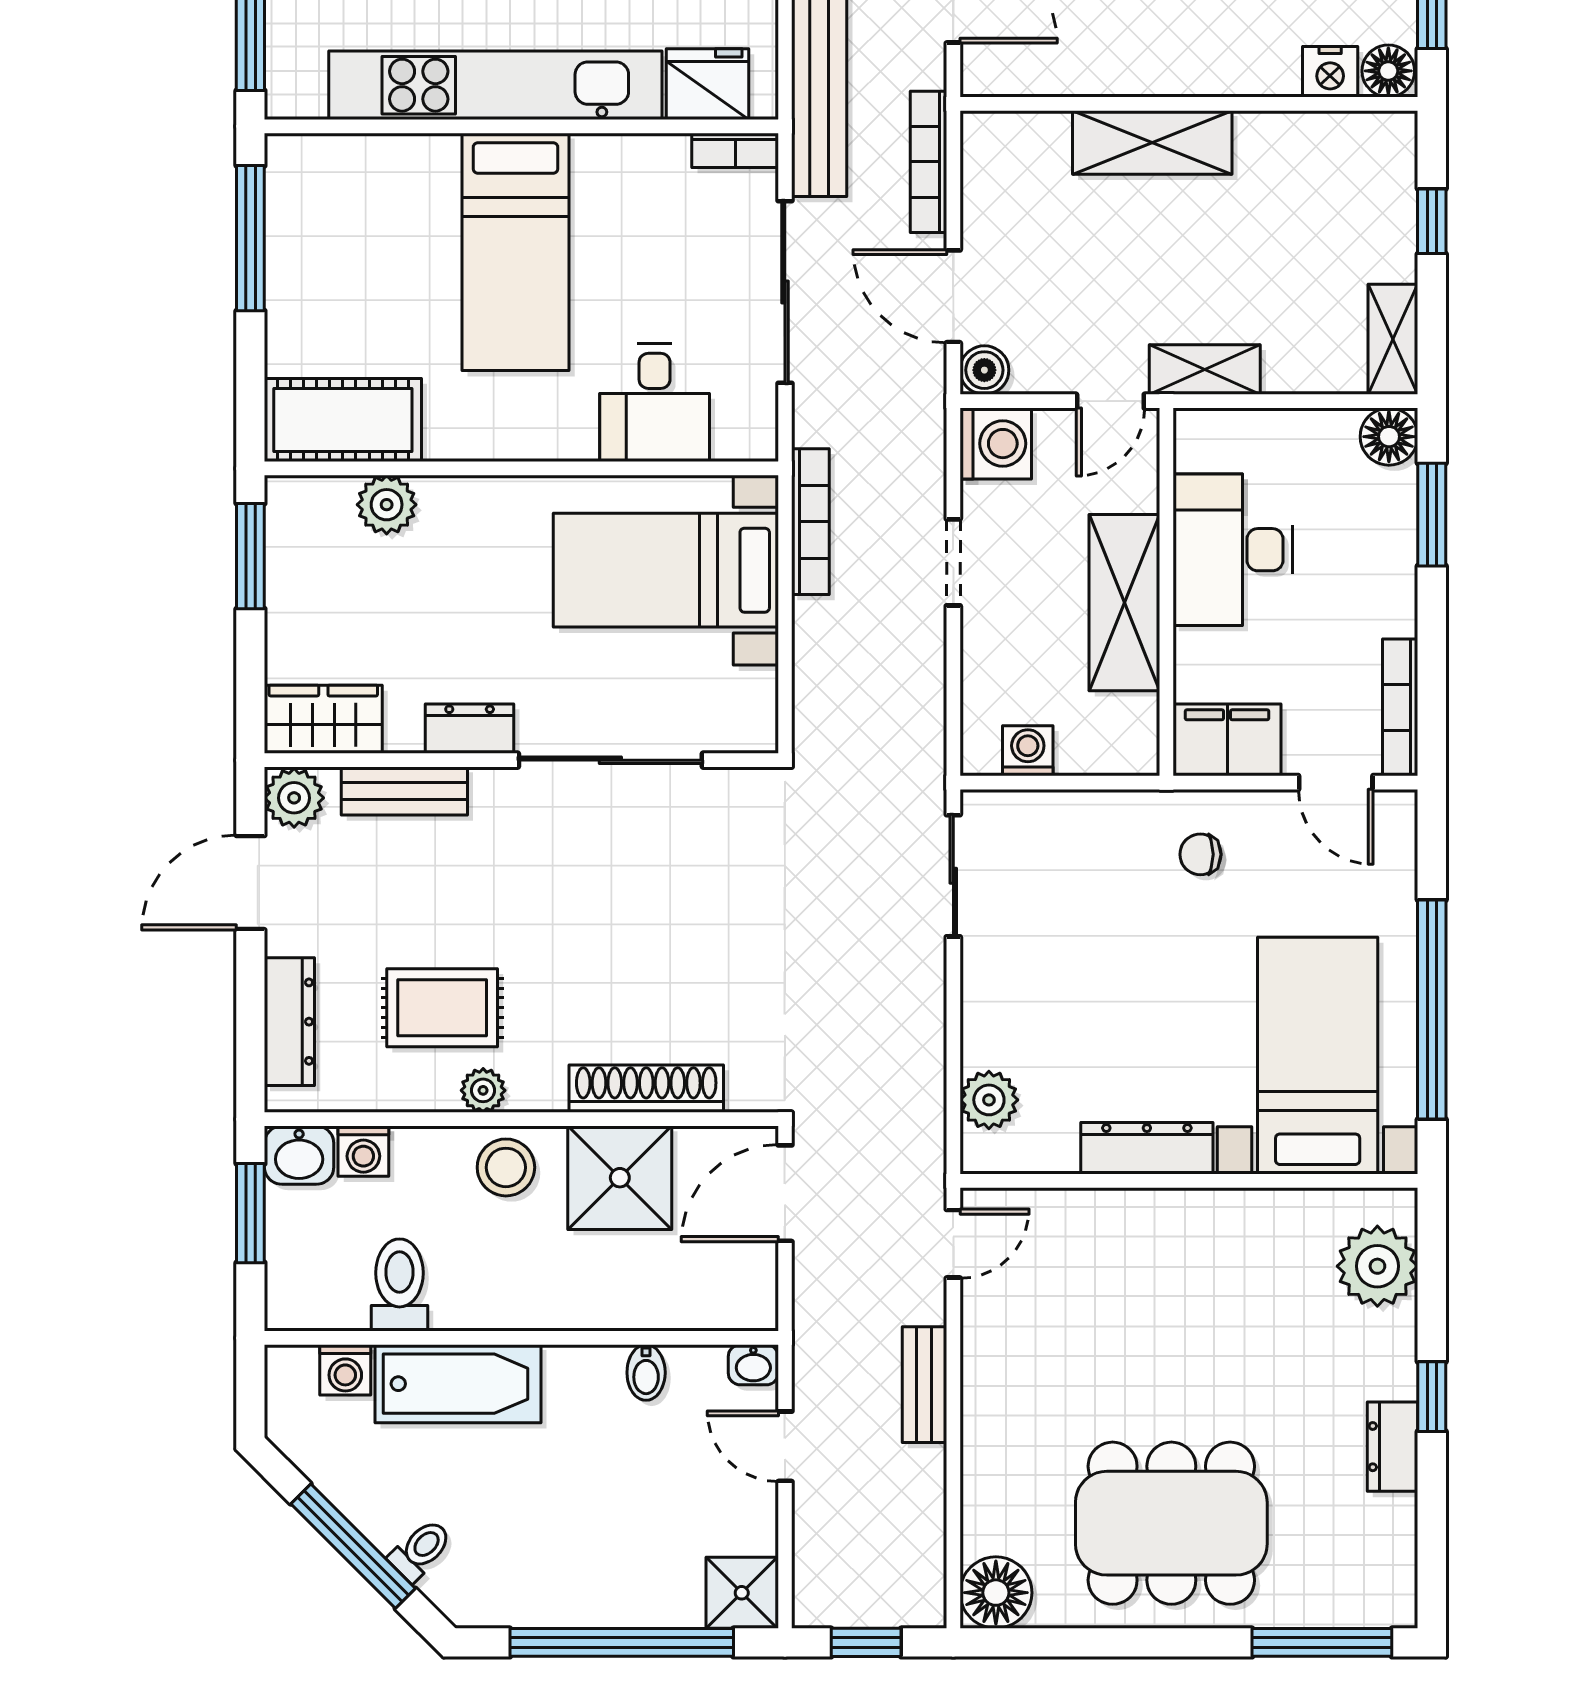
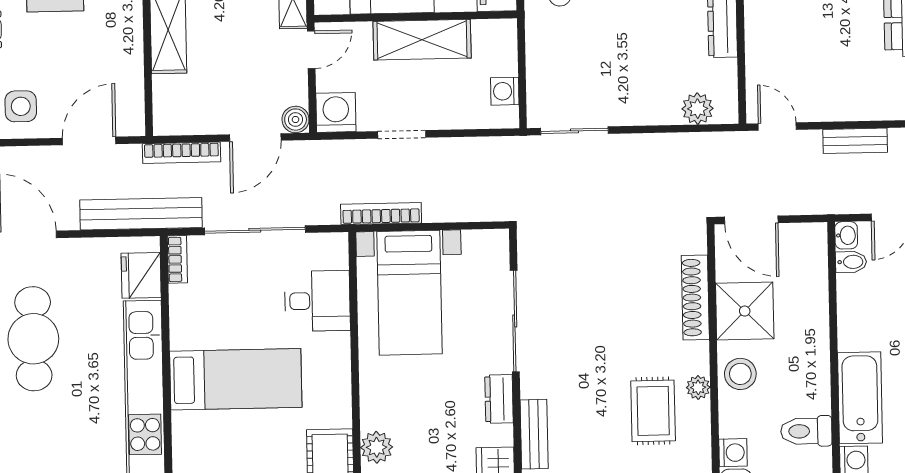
door: (1110, 401) -> (311, 50), hinge flipped
bidet: (646, 1373) -> (851, 262), moved

